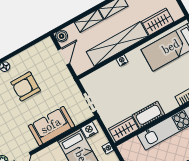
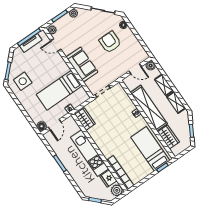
cot: (149, 115) -> (98, 137), removed
nightstand: (89, 130) -> (82, 93), removed

